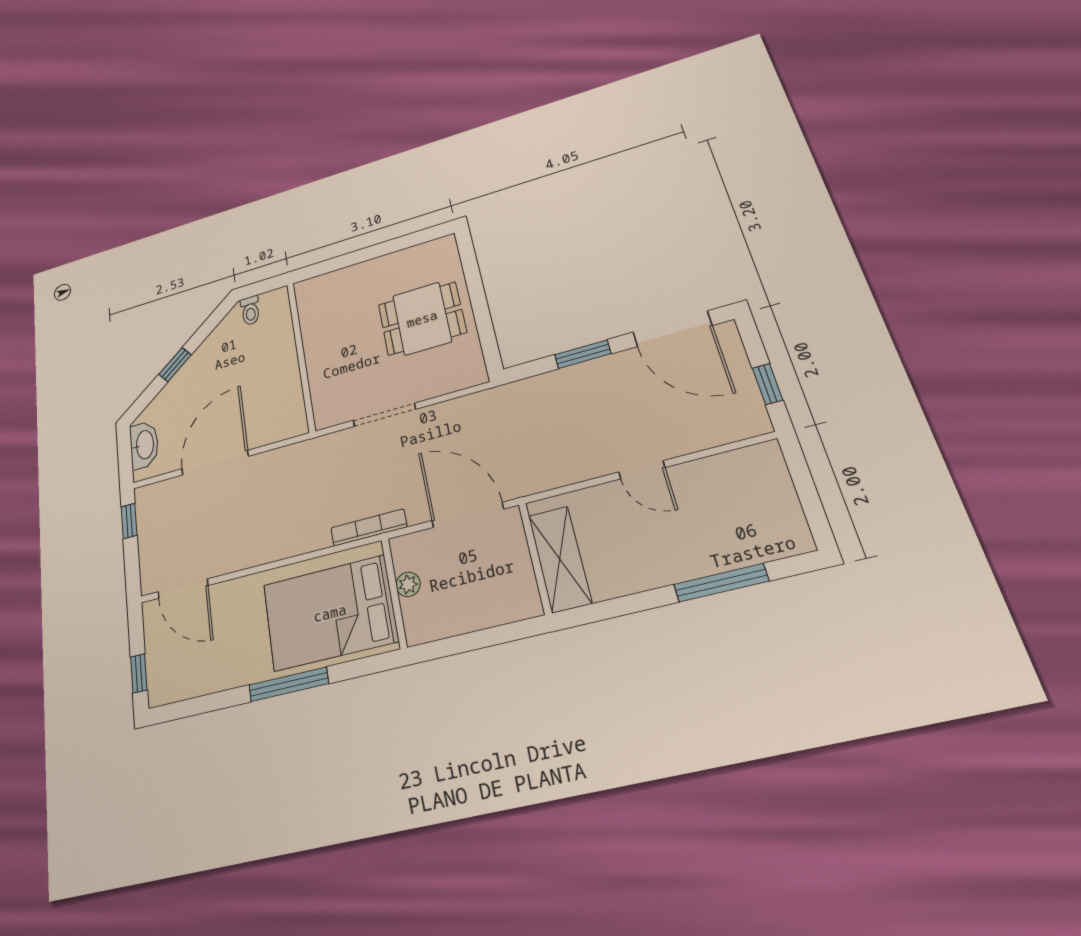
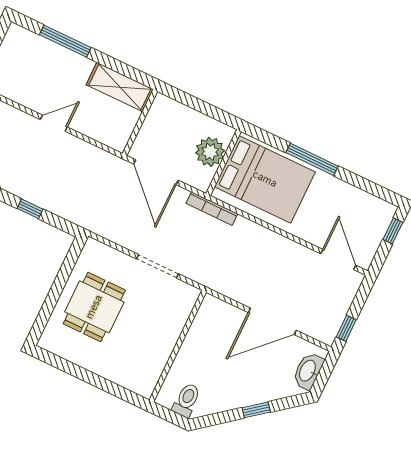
toilet: (250, 311) -> (186, 400), width x1.37, depth x1.39
dining table: (422, 319) -> (94, 307), turned 90
window: (583, 354) -> (30, 209), width x0.67
door: (642, 470) -> (54, 123), hinge flipped
shelving: (560, 559) -> (120, 87), moved, turned 90
plant: (408, 584) -> (210, 152), width x1.87, depth x1.87

